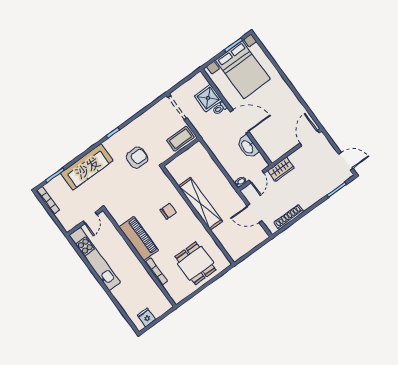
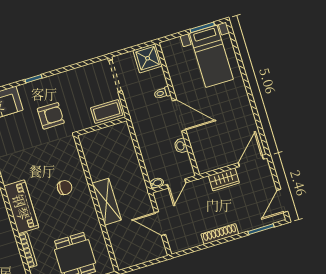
bed with nightstands: (243, 70) -> (211, 56), width x0.73
shower: (208, 98) -> (148, 58), moved
washbasin: (248, 147) -> (181, 146), width x0.52, depth x0.69
door: (346, 161) -> (282, 201), swing flipped
wardrobe: (281, 169) -> (224, 179), moved
shelving: (200, 204) -> (107, 202), width x0.68
shoe rack: (289, 217) -> (220, 234), moved

